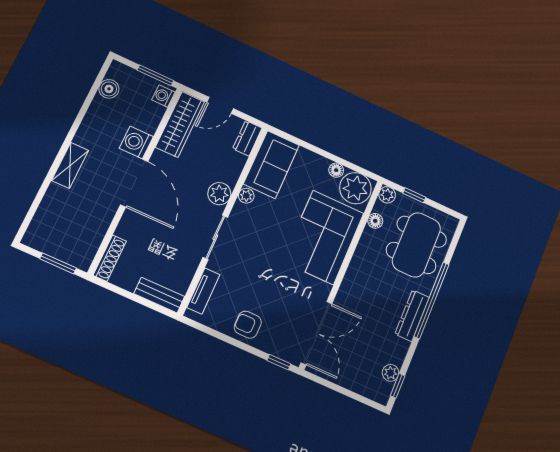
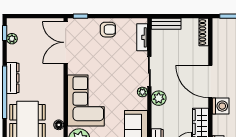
plant: (246, 196) -> (142, 92), moved

